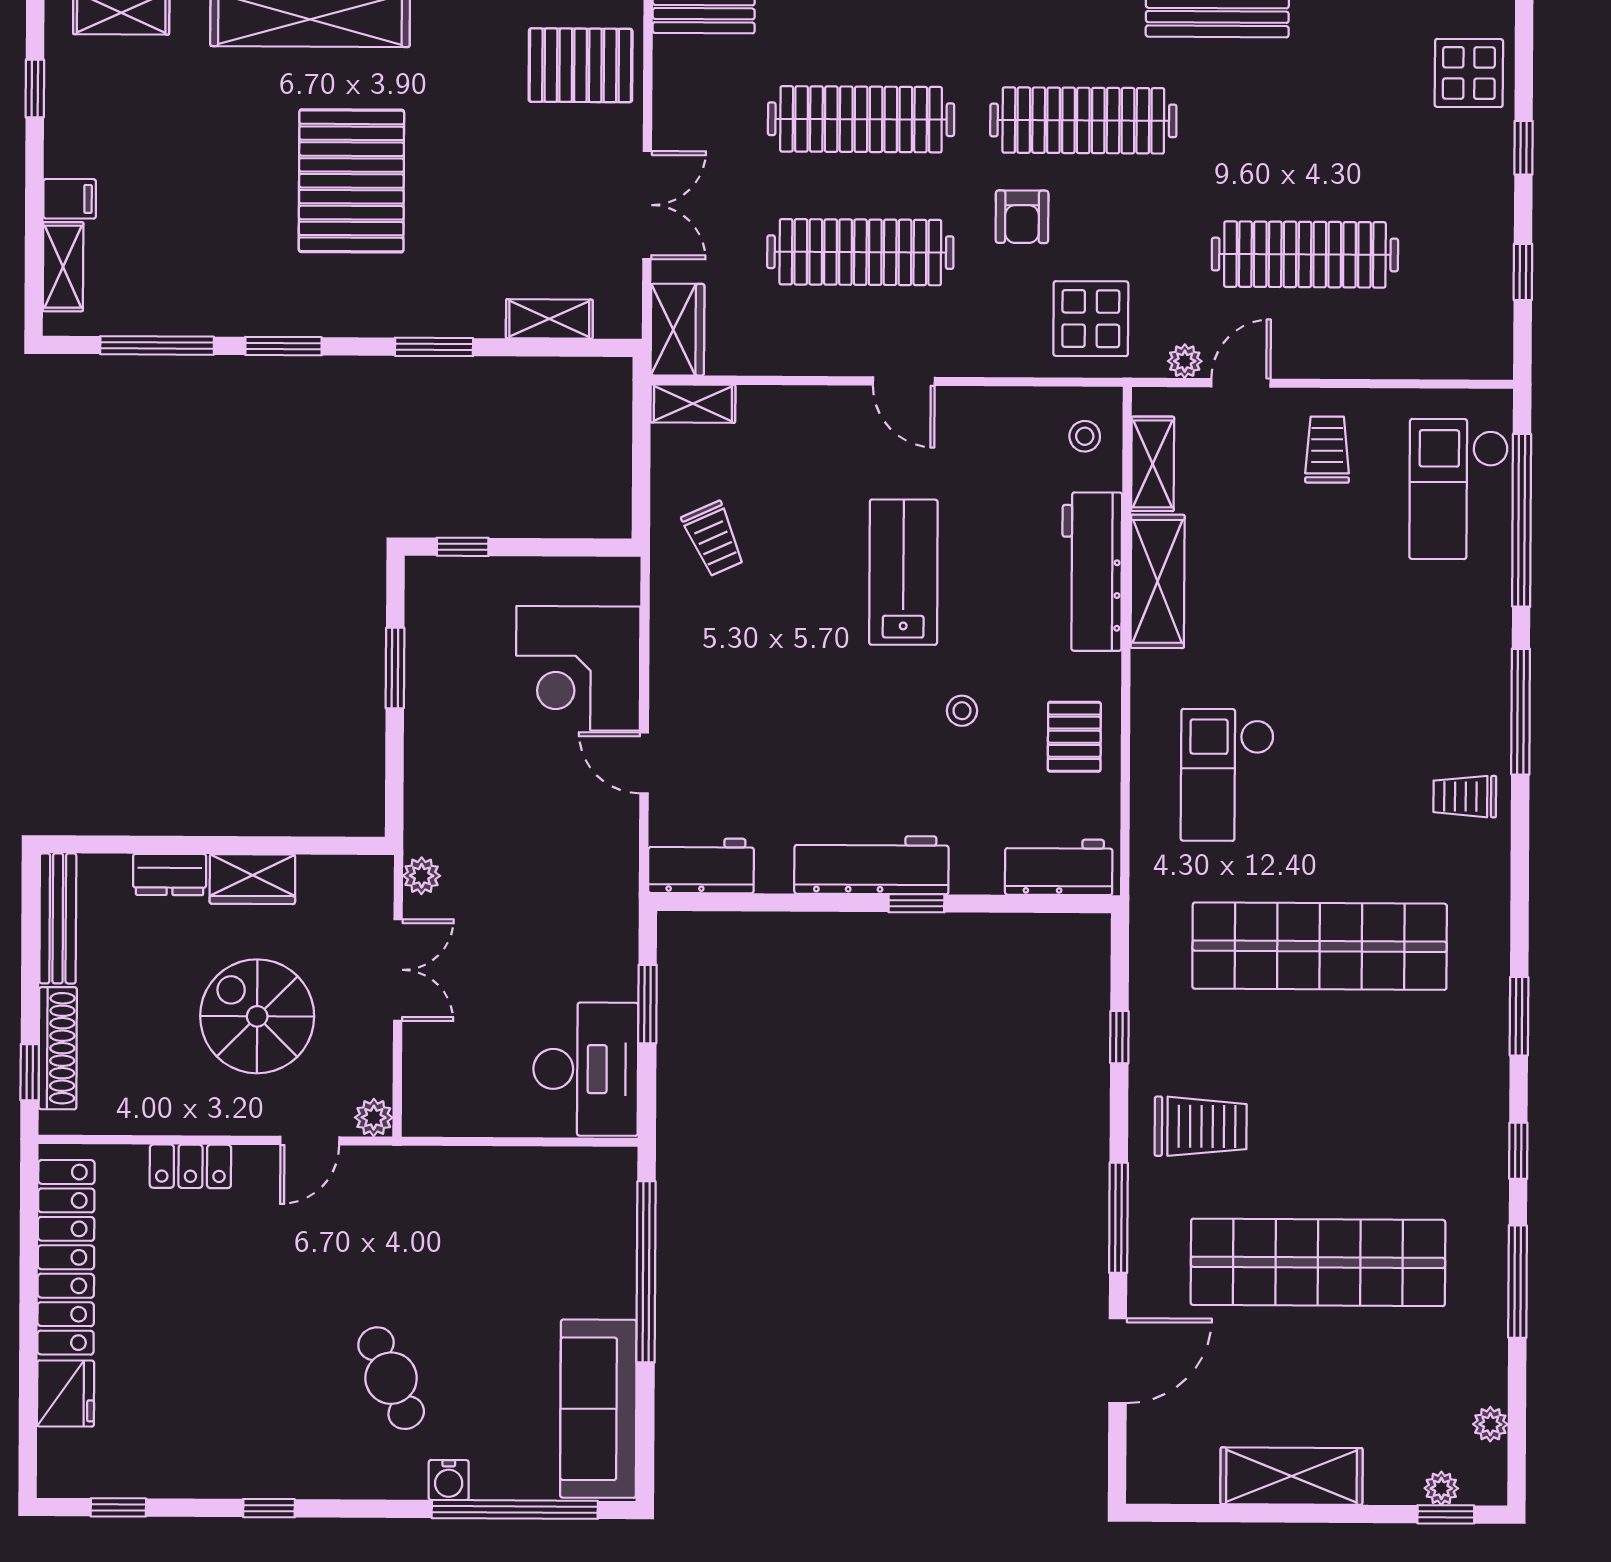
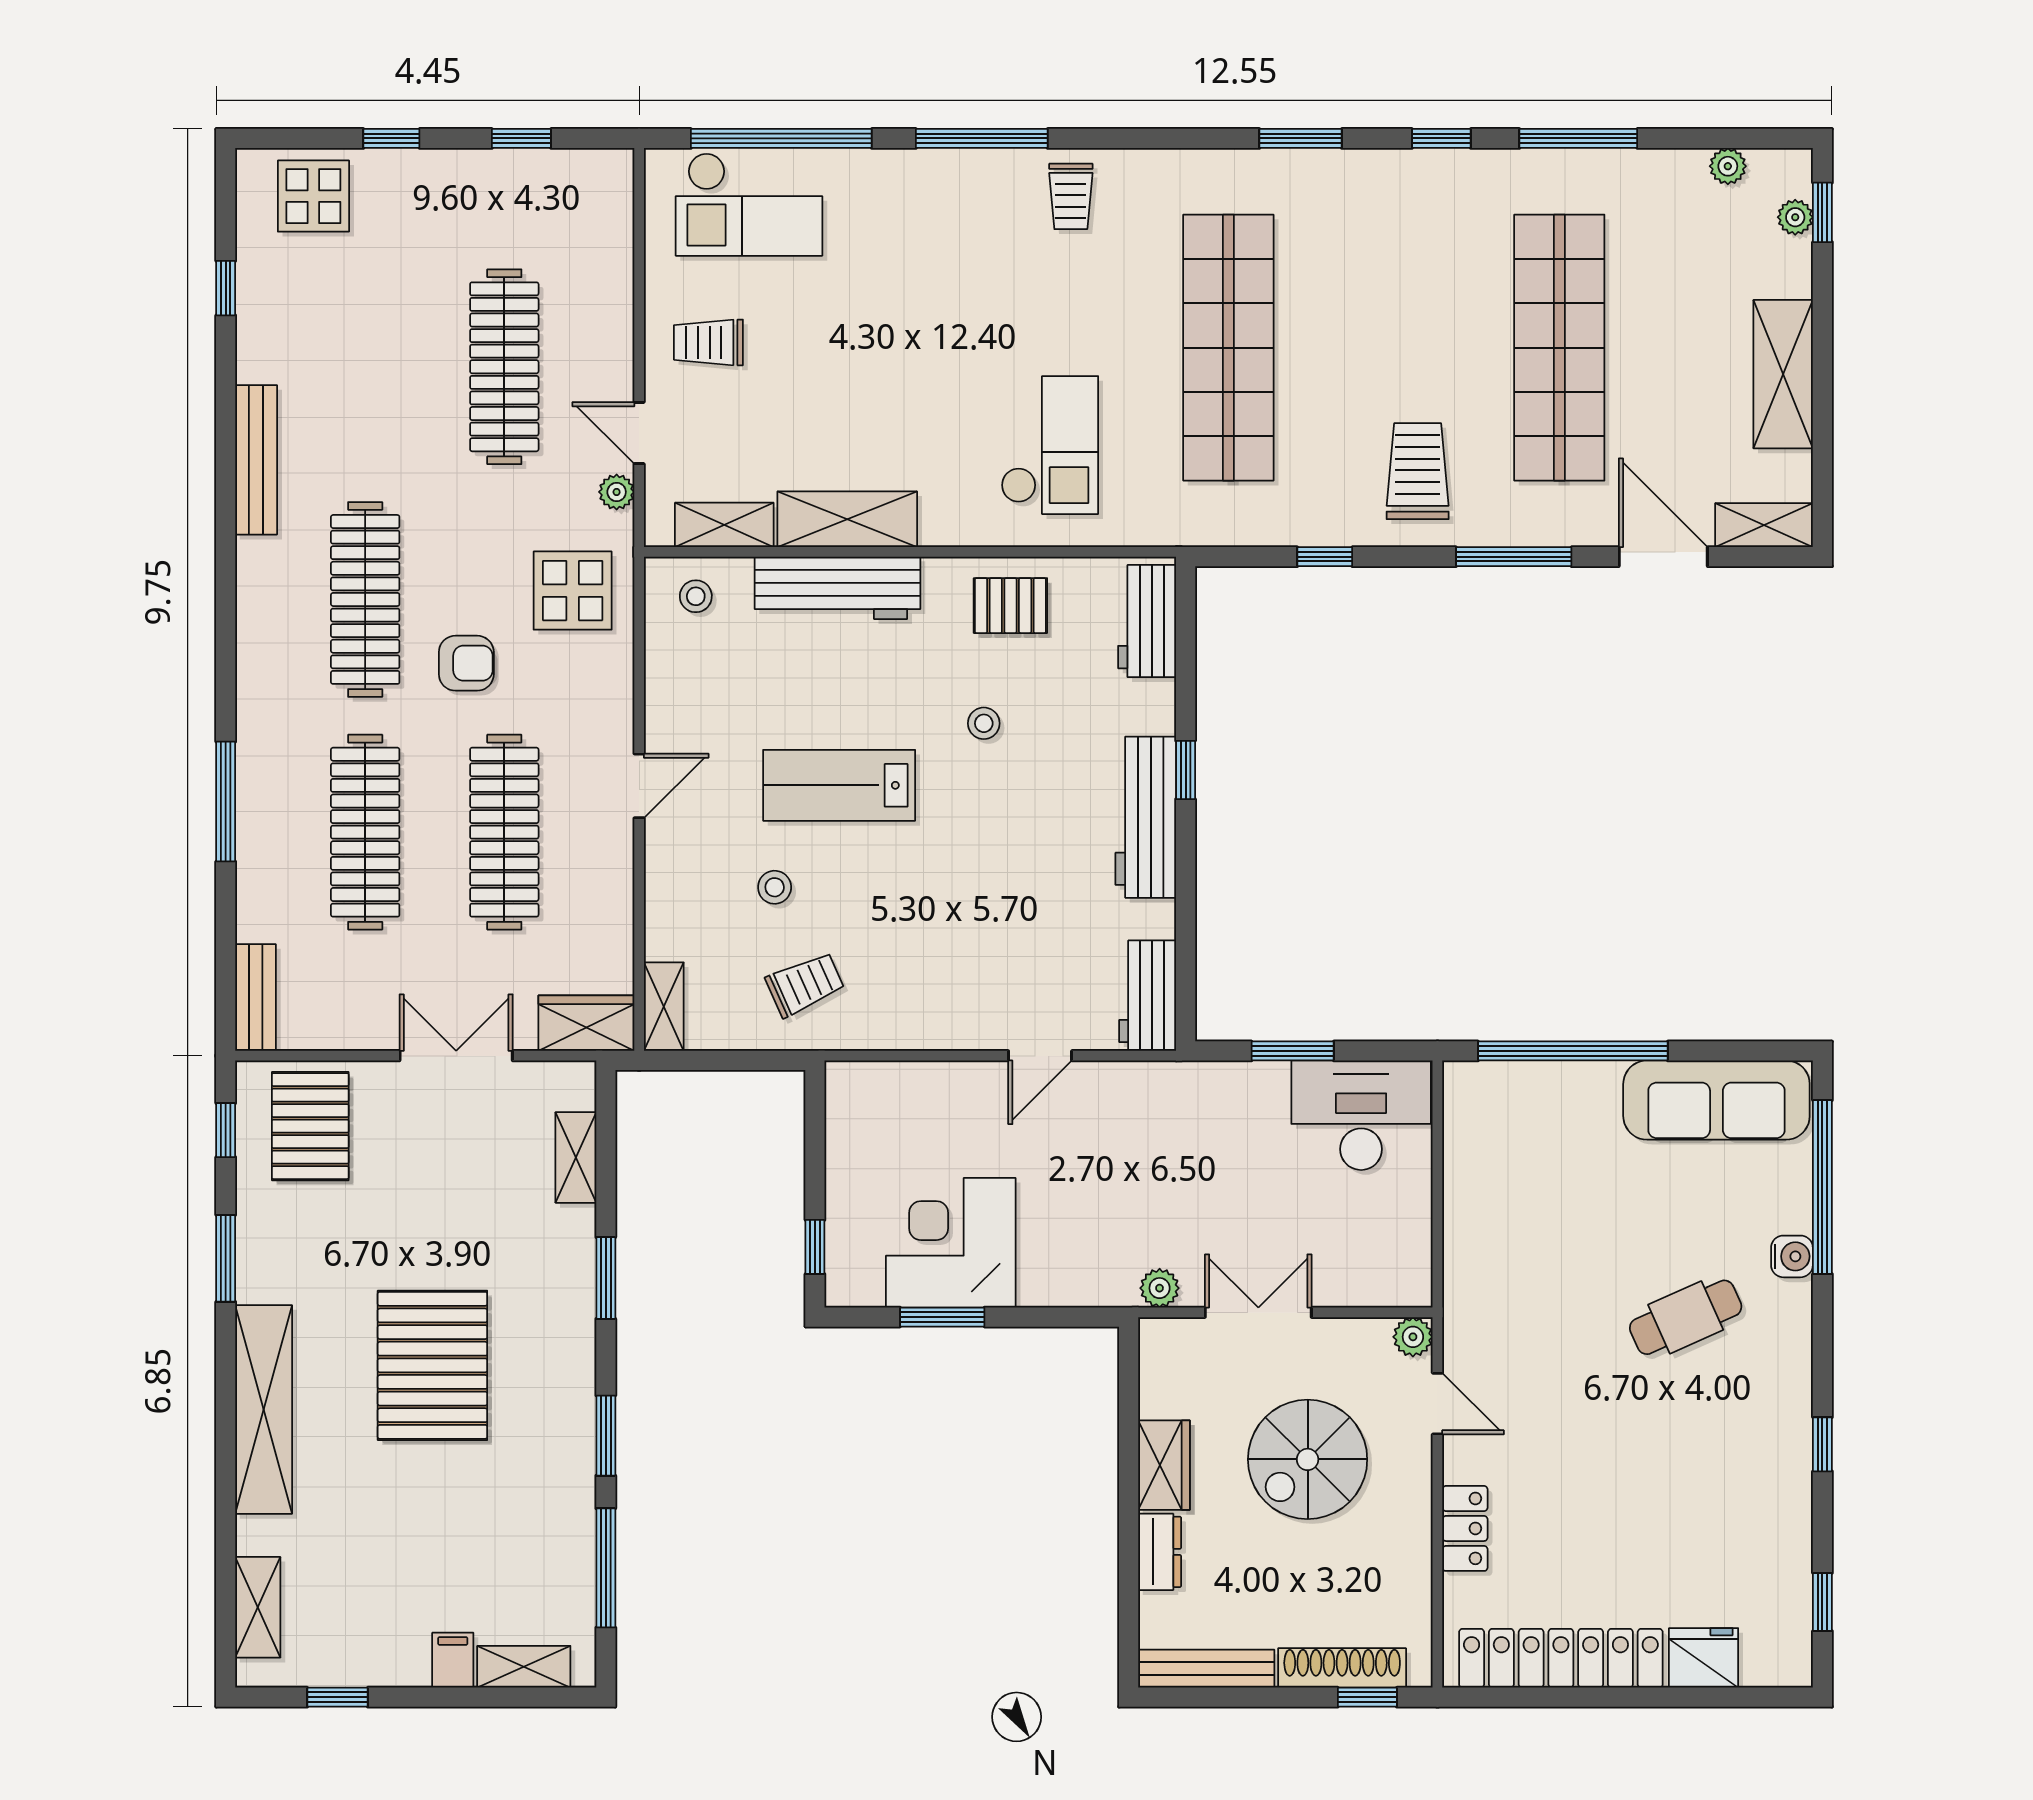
pallet: (351, 181) -> (432, 1365), turned 90
stool: (806, 510) -> (775, 887), added
corner desk: (578, 668) -> (951, 1243), moved, turned 180
checkout: (1227, 775) -> (1050, 445), turned -90
shelving: (1147, 1457) -> (1764, 525), added

